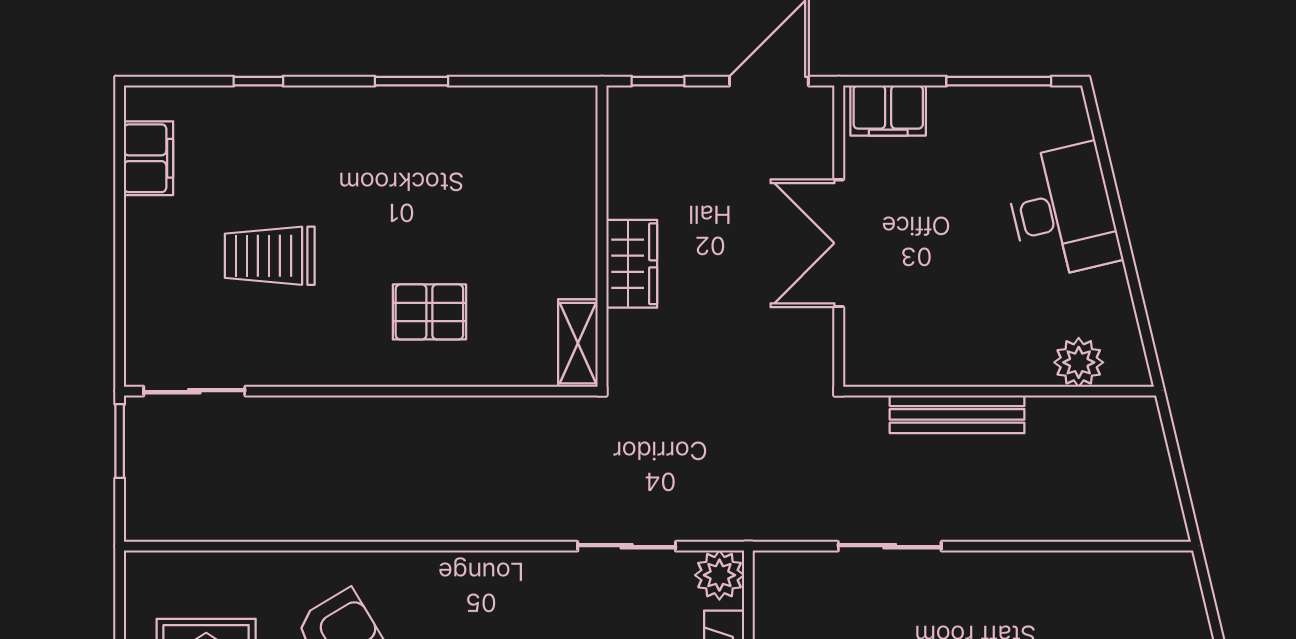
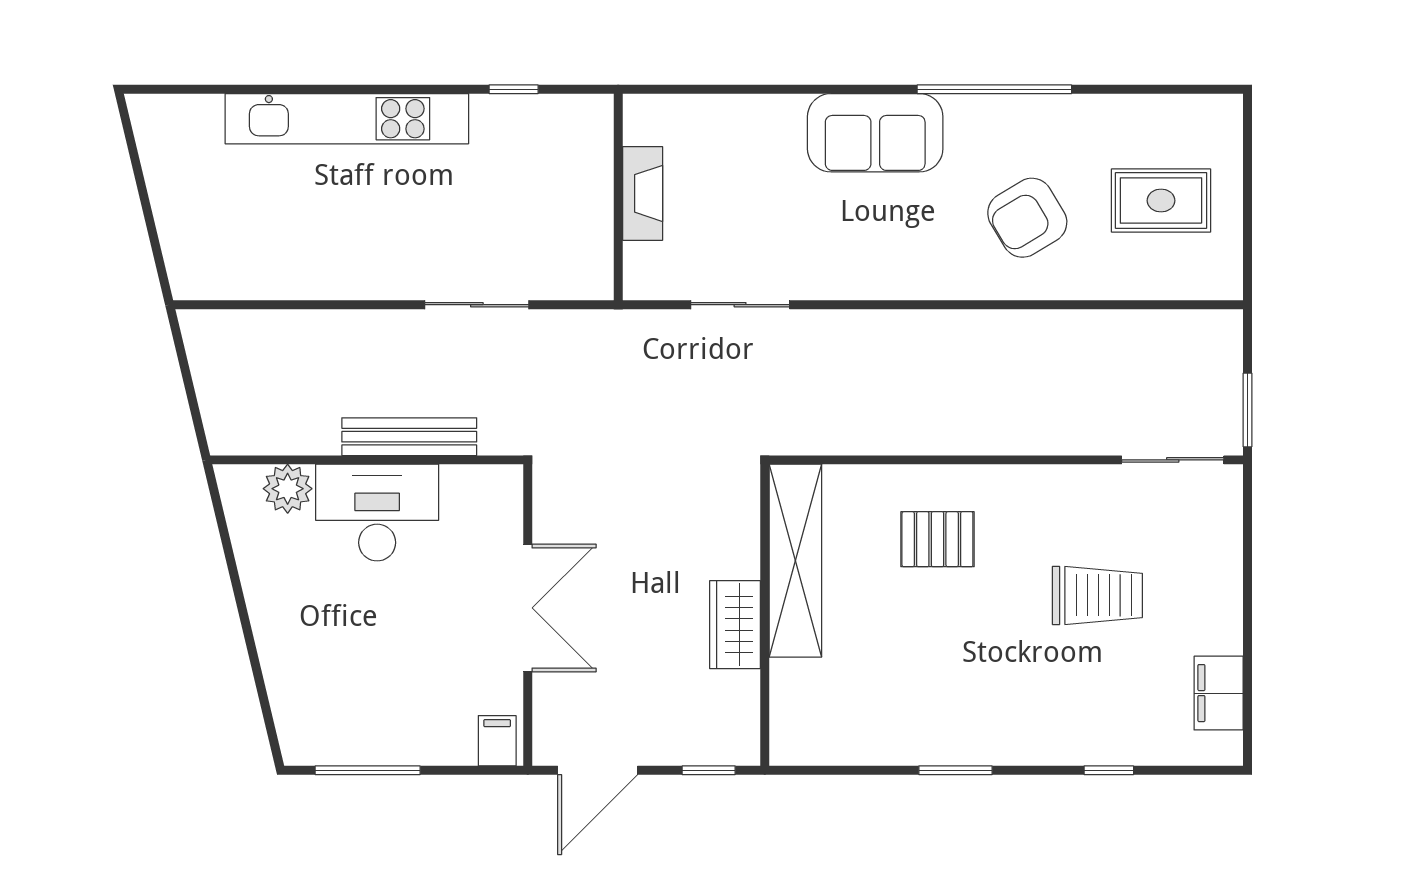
filing cabinet: (888, 111) -> (497, 741), width x0.50
desk: (1063, 211) -> (377, 513), moved, turned 103
wardrobe: (632, 264) -> (735, 625), moved
shelving: (578, 343) -> (795, 561), width x2.20, depth x1.33
plant: (719, 575) -> (647, 276), removed

